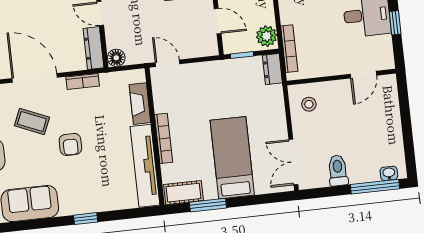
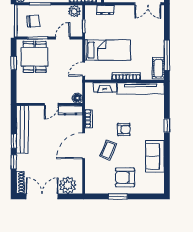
dresser: (272, 69) -> (105, 10), moved
bed: (232, 158) -> (108, 50), moved, turned 180
window: (208, 205) -> (167, 55), width x1.44

